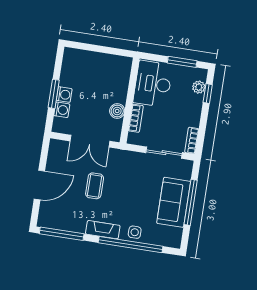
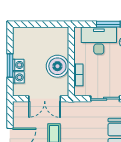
desk: (153, 84) -> (99, 41), moved, turned 90
boiler: (117, 111) -> (57, 66), width x1.86, depth x1.86

